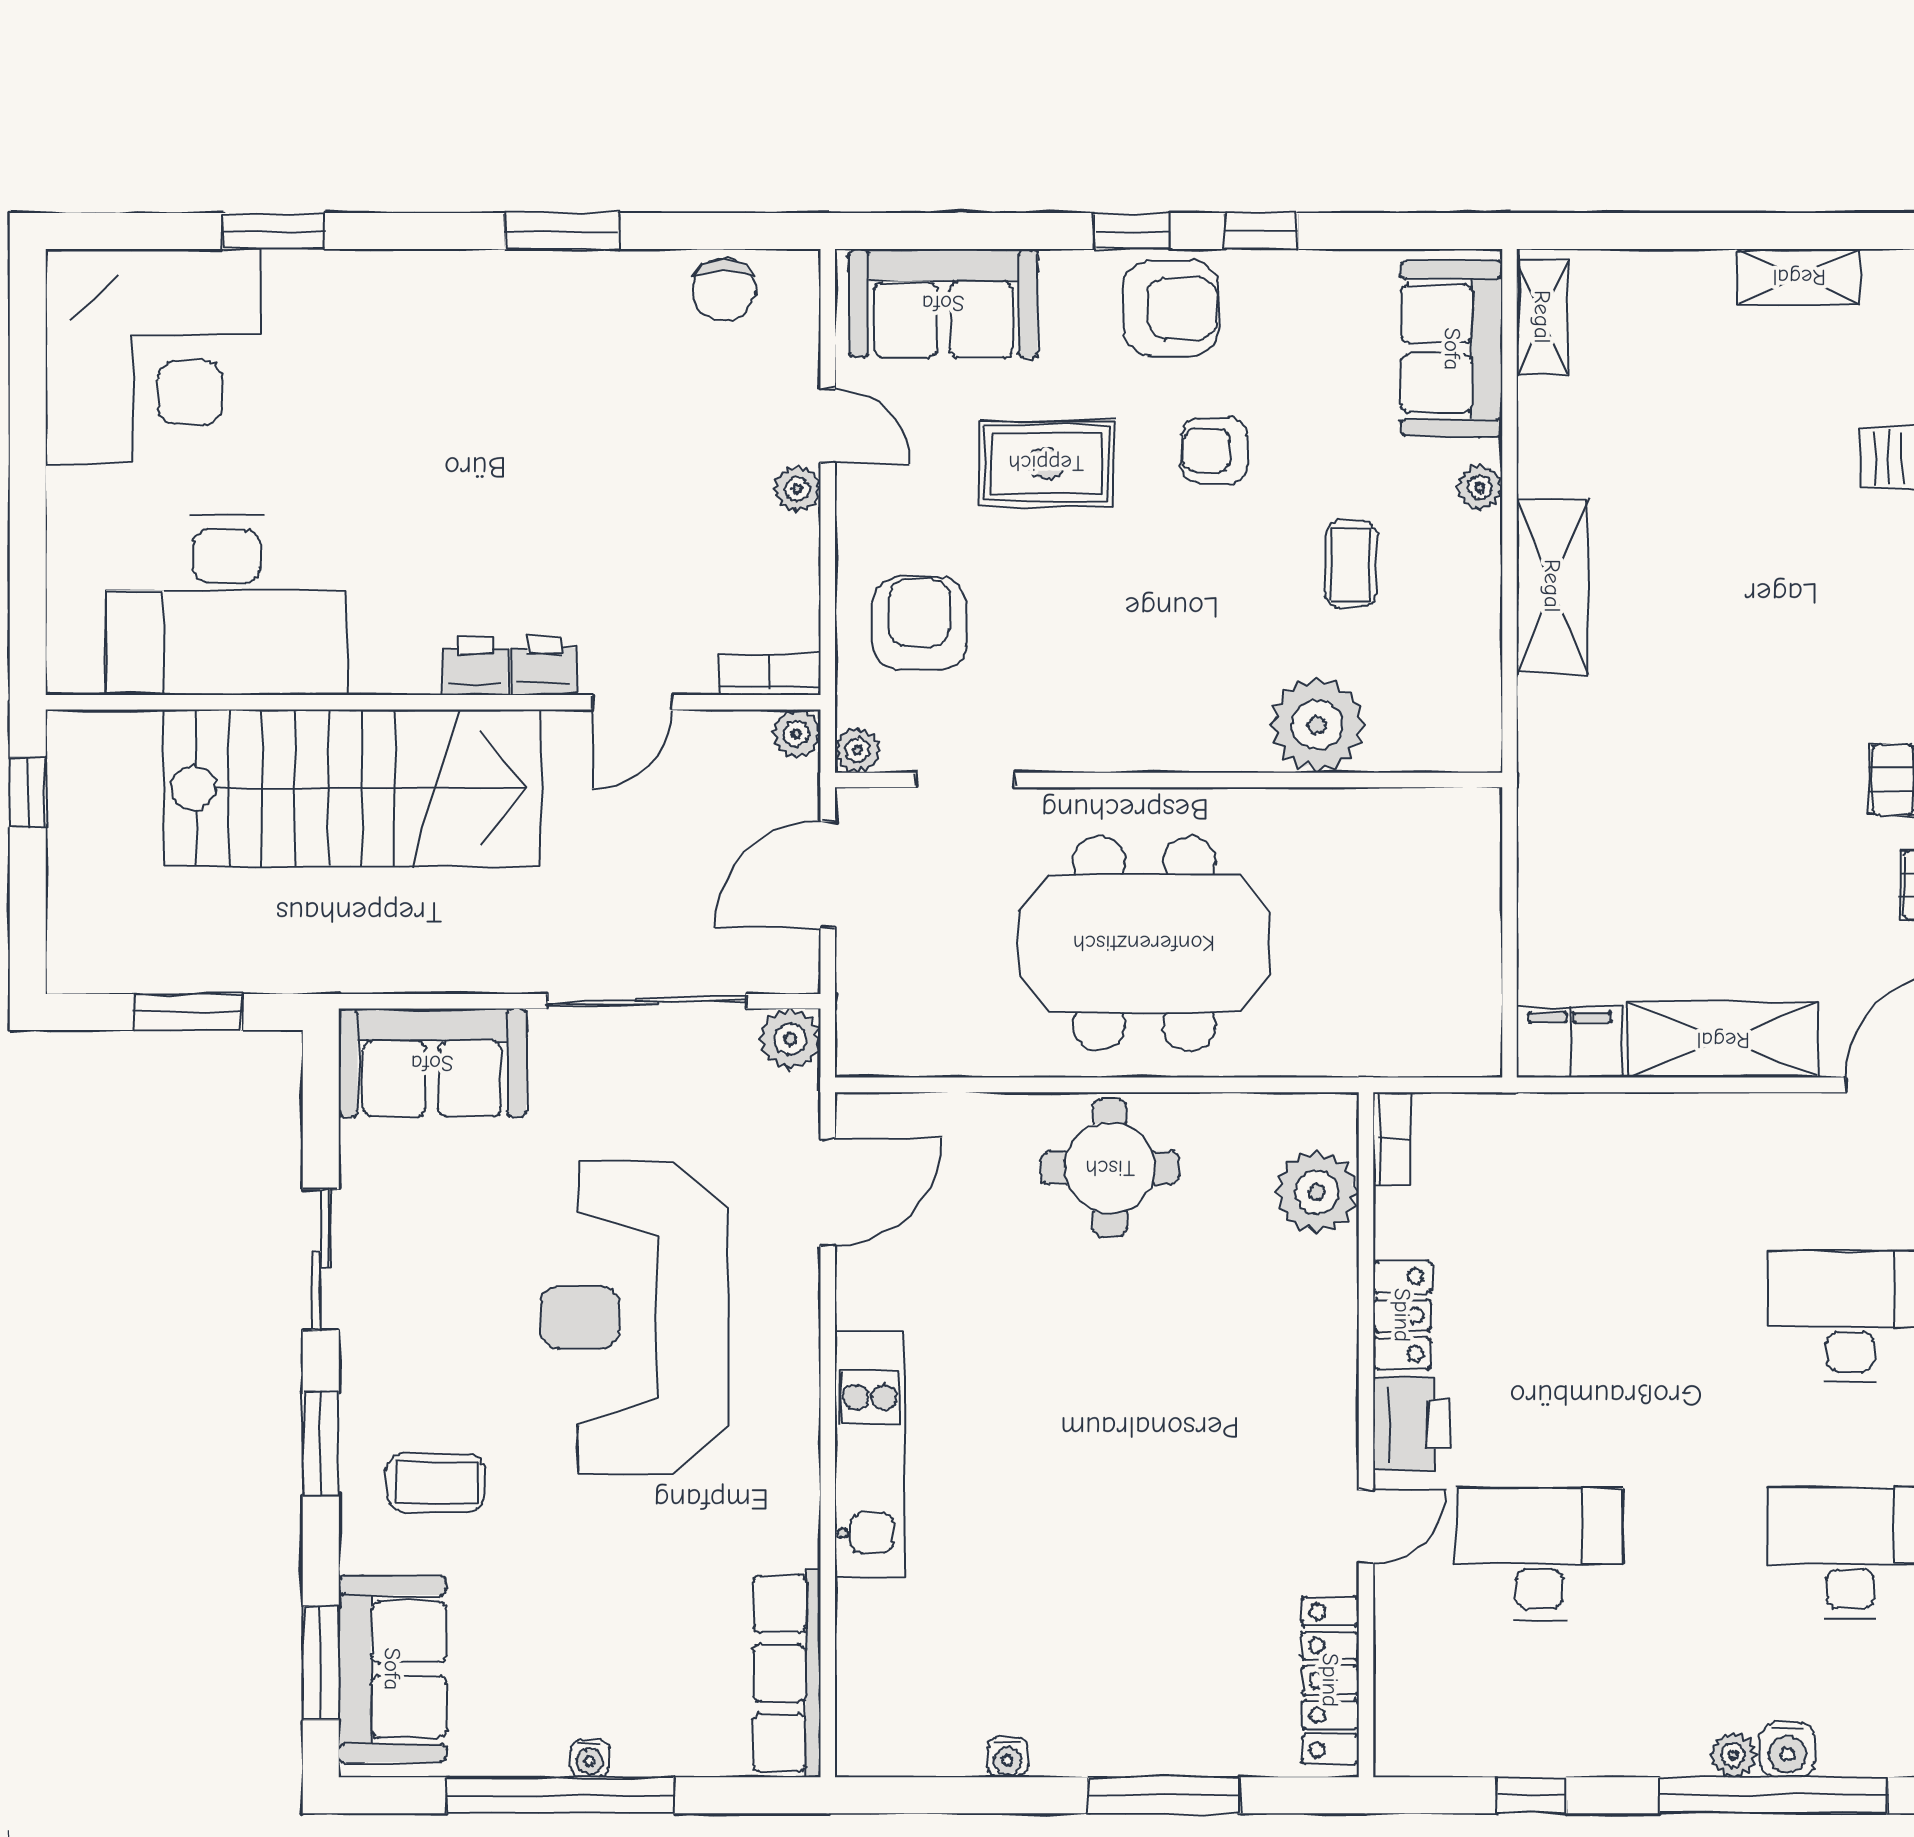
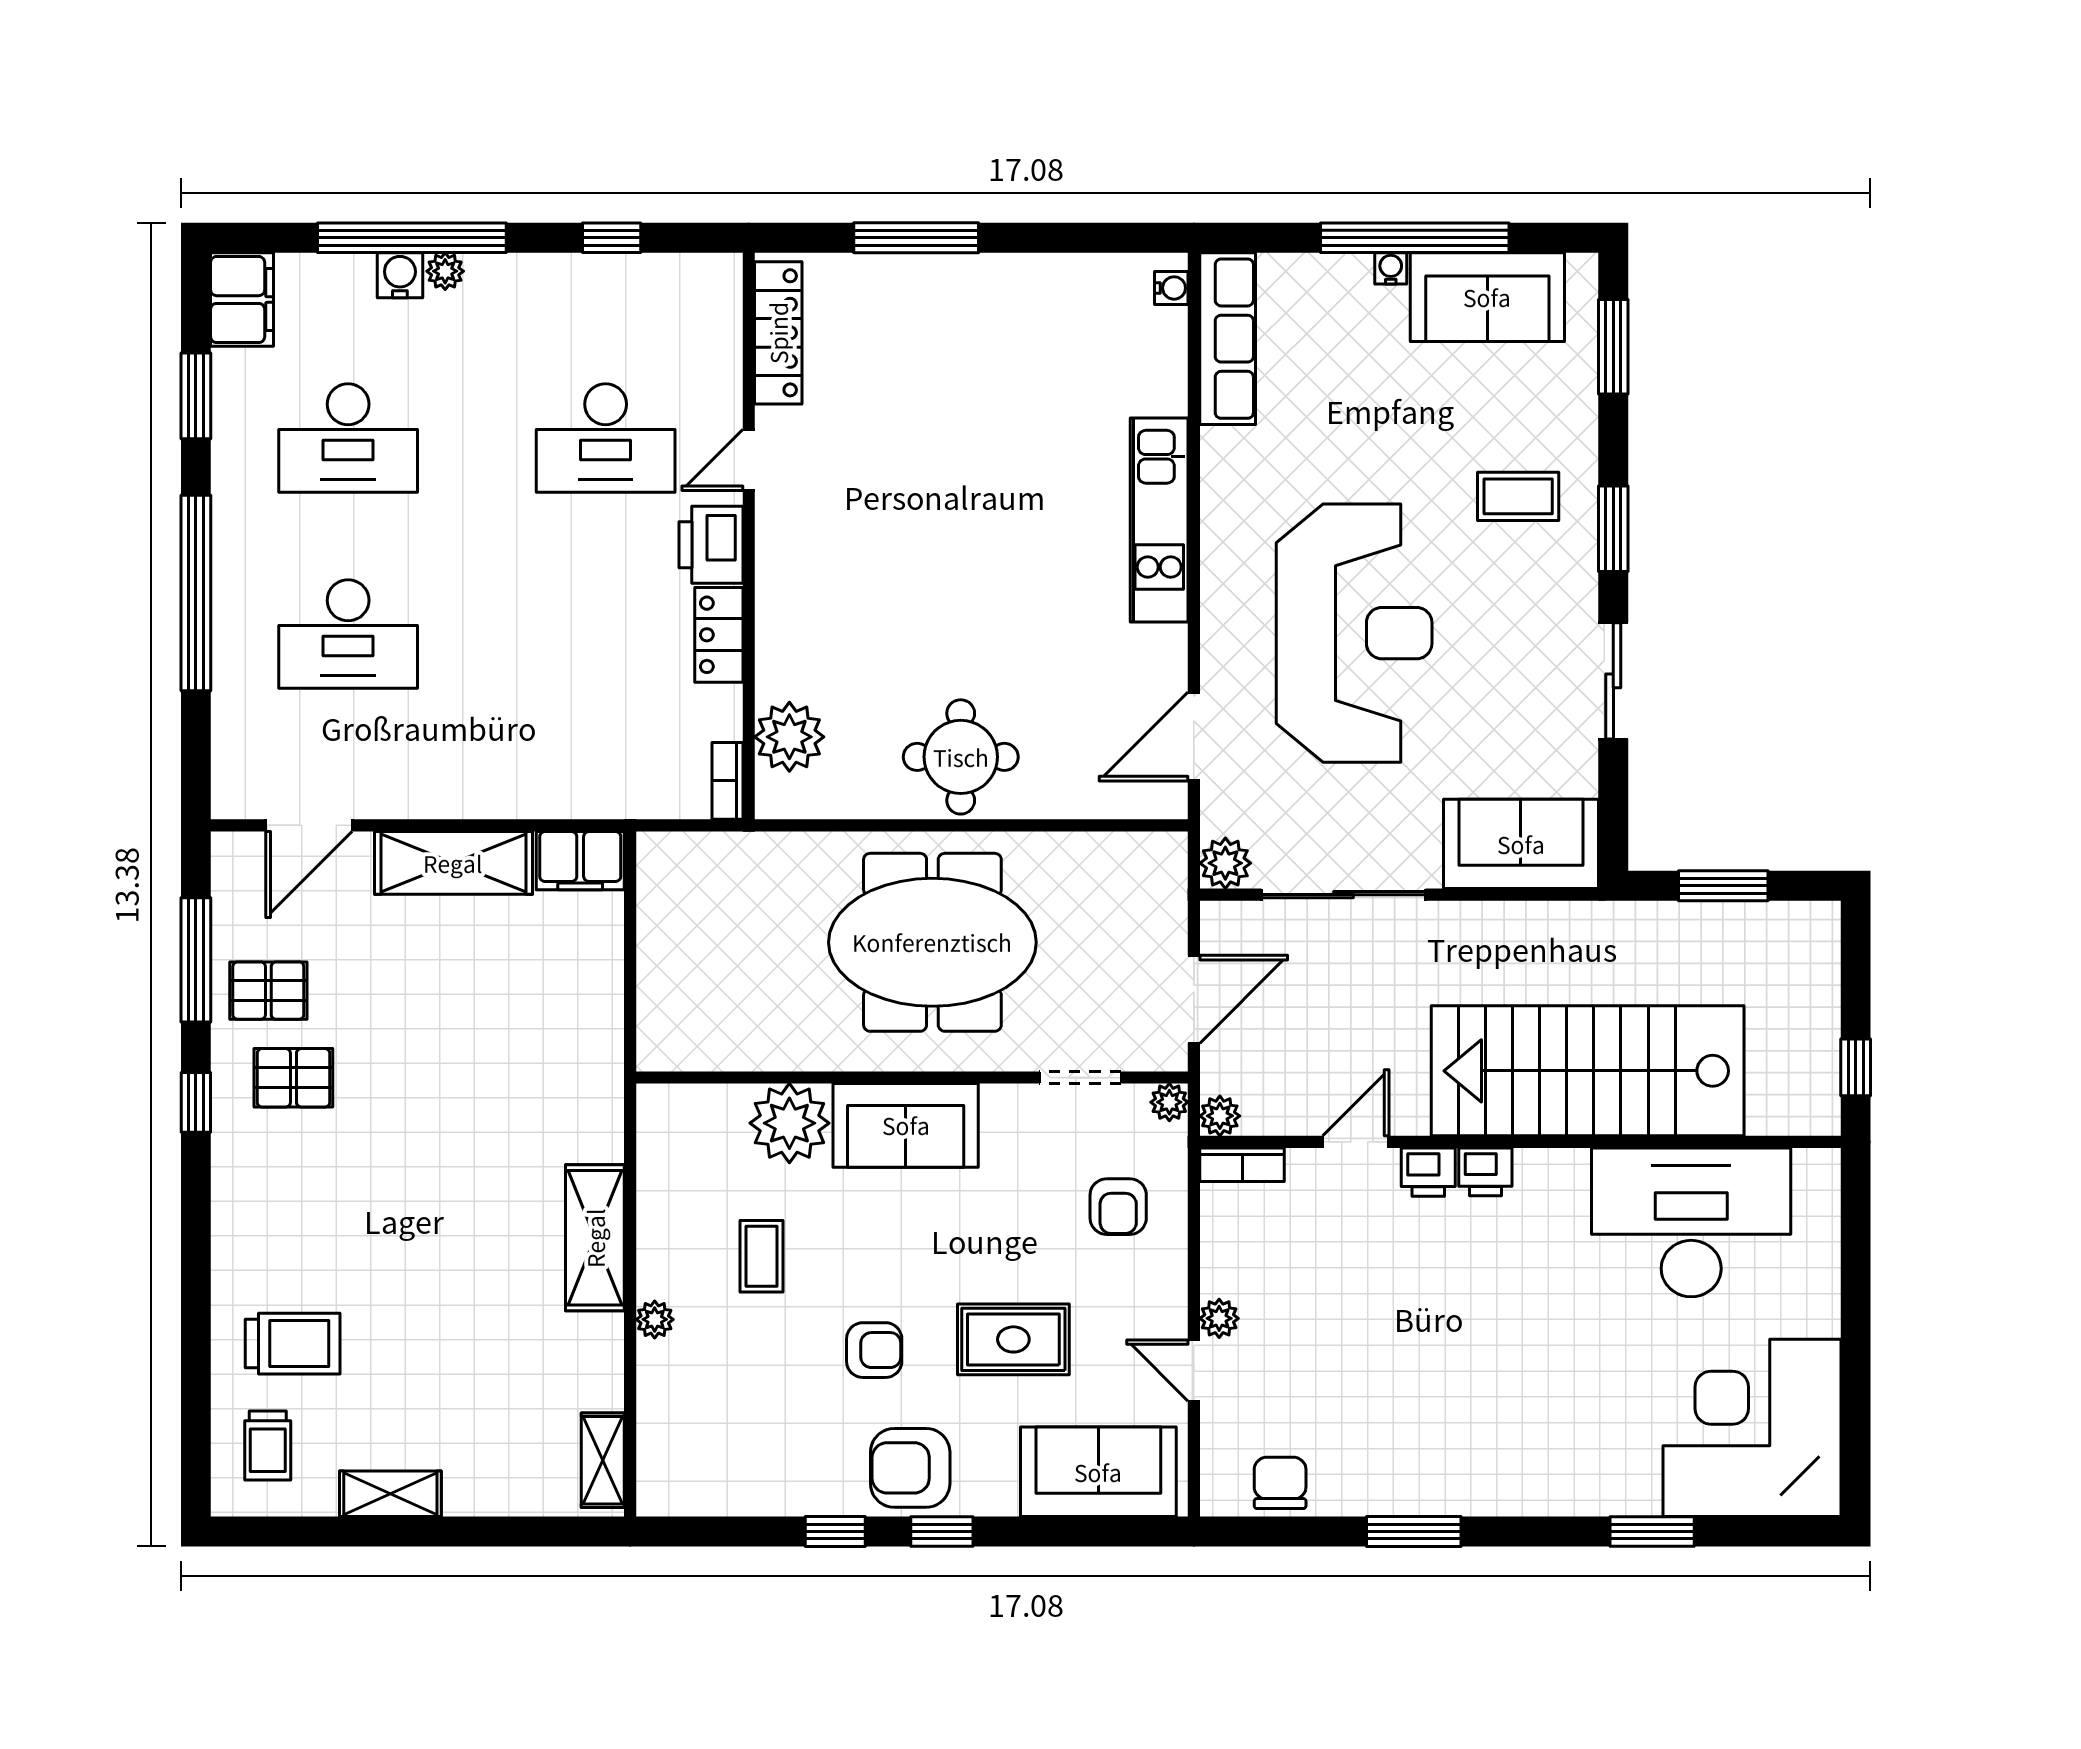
sofa: (1452, 349) -> (906, 1125), moved, turned 90
armchair: (919, 624) -> (1118, 1207), width x0.72, depth x0.72
sofa: (392, 1669) -> (1487, 297), moved, turned -90
water cooler: (1007, 1757) -> (1171, 288), moved, turned 90

